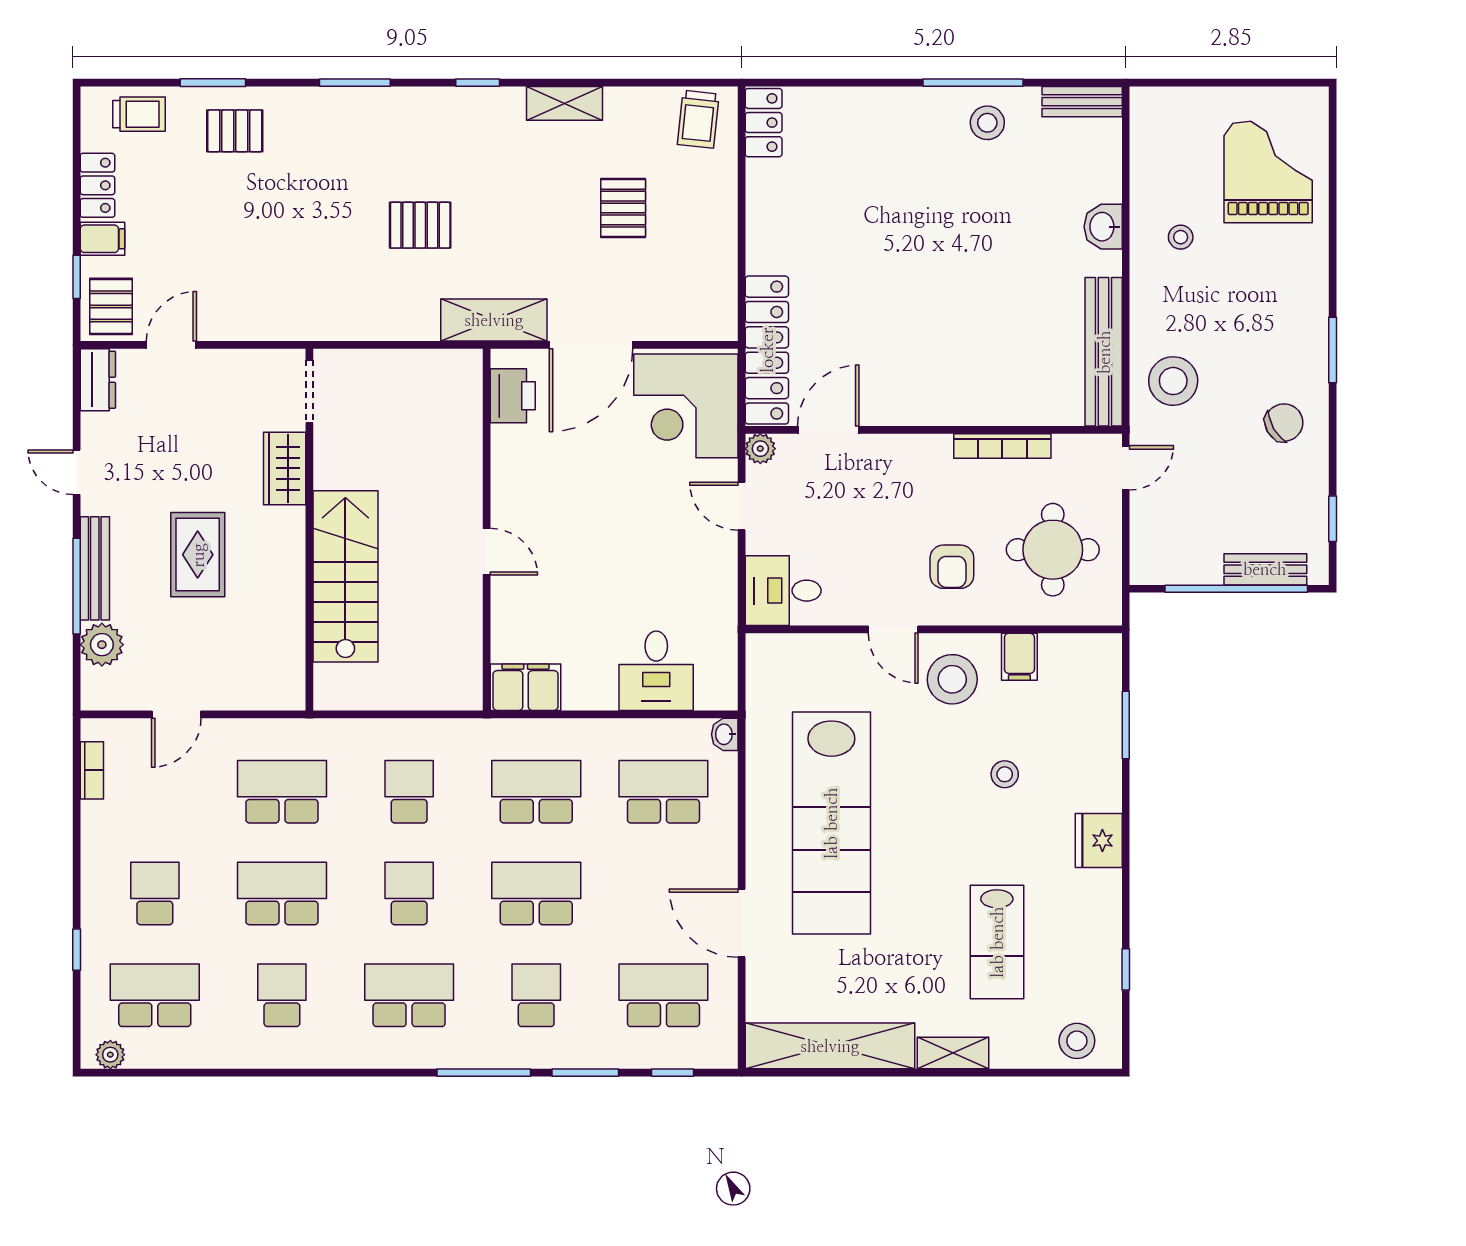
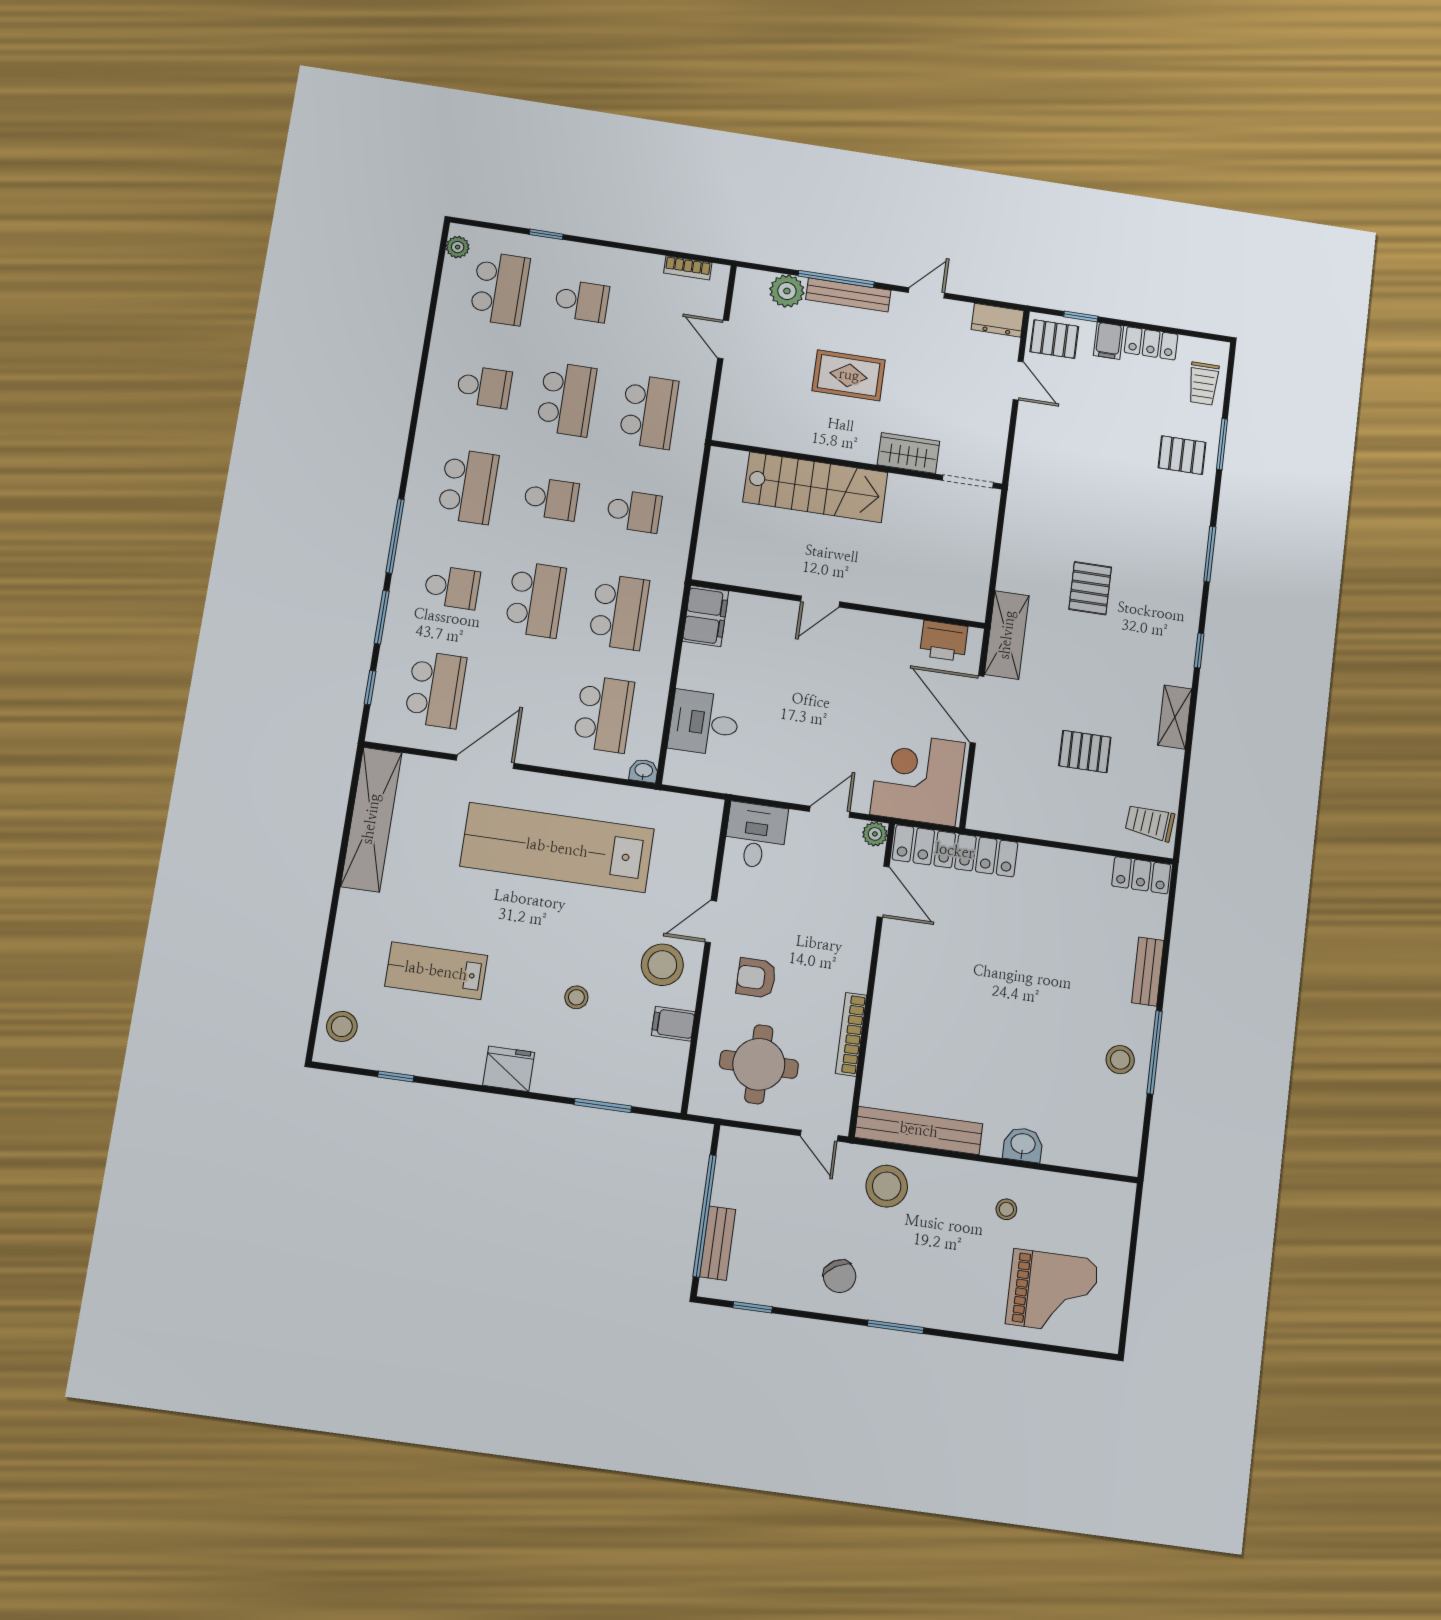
bench: (1082, 102) -> (1148, 972), moved
pallet: (235, 131) -> (1182, 455), turned 90
shelving: (953, 1053) -> (349, 921), removed

